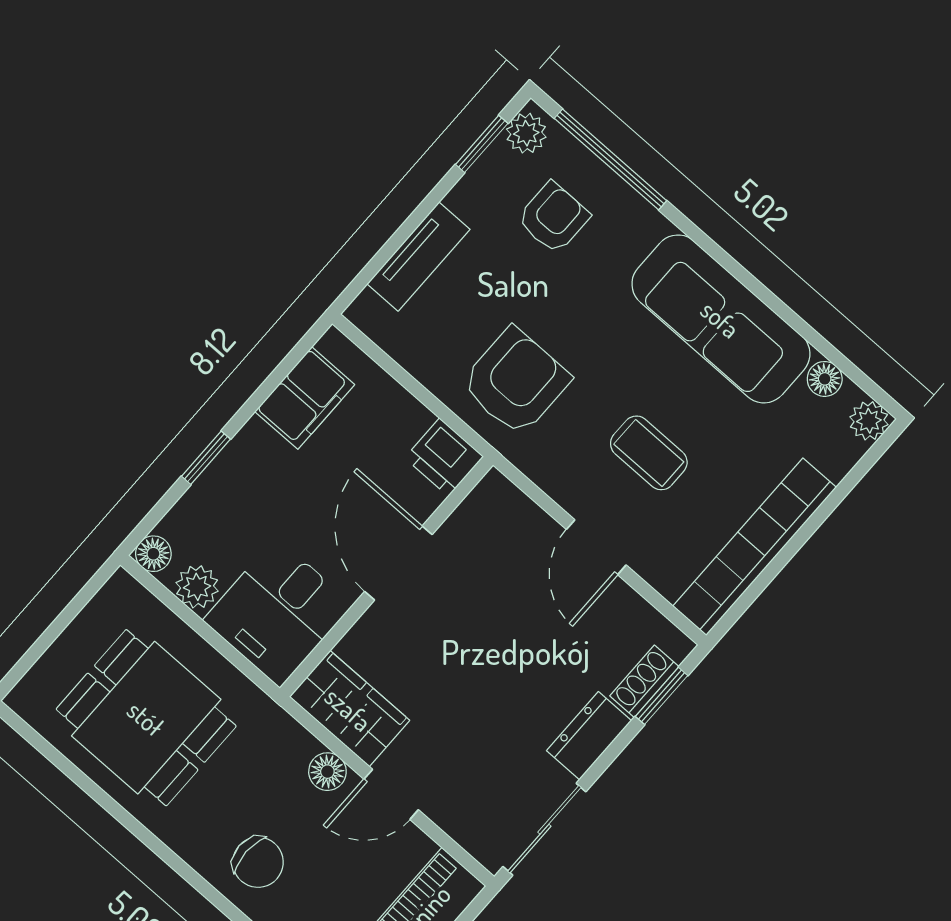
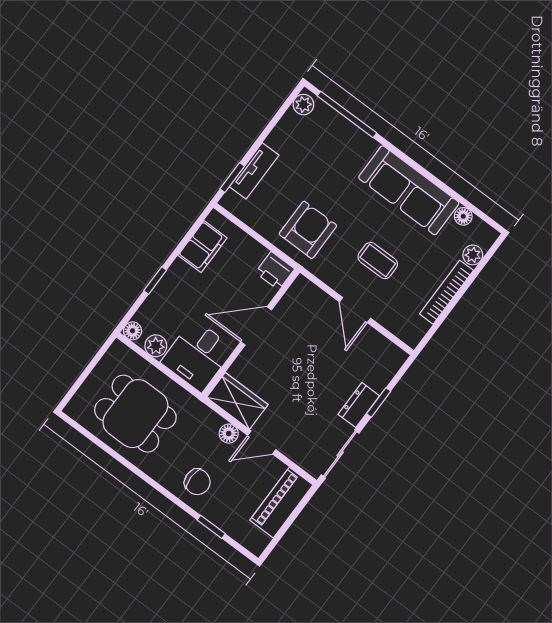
window: (482, 144) -> (232, 178), moved
armchair: (553, 218) -> (320, 146), removed
plant: (869, 421) -> (473, 255), moved
bookcase: (755, 547) -> (446, 292), width x0.68, depth x0.76
door: (398, 563) -> (256, 326), hinge flipped
shoe rack: (644, 681) -> (385, 376), removed
window: (662, 696) -> (379, 403), moved

